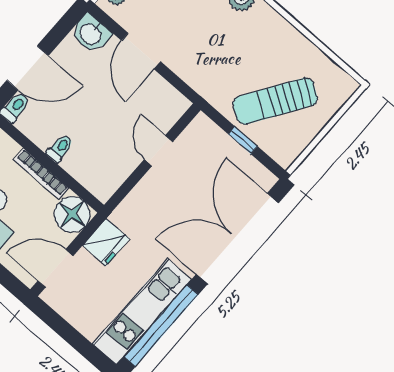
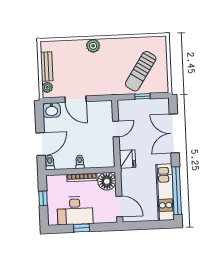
door: (159, 151) -> (116, 129), swing flipped
double door: (237, 239) -> (174, 133), width x0.73
fridge: (106, 242) -> (127, 159), moved
door: (55, 268) -> (119, 206), swing flipped

